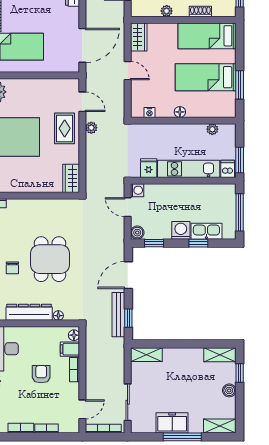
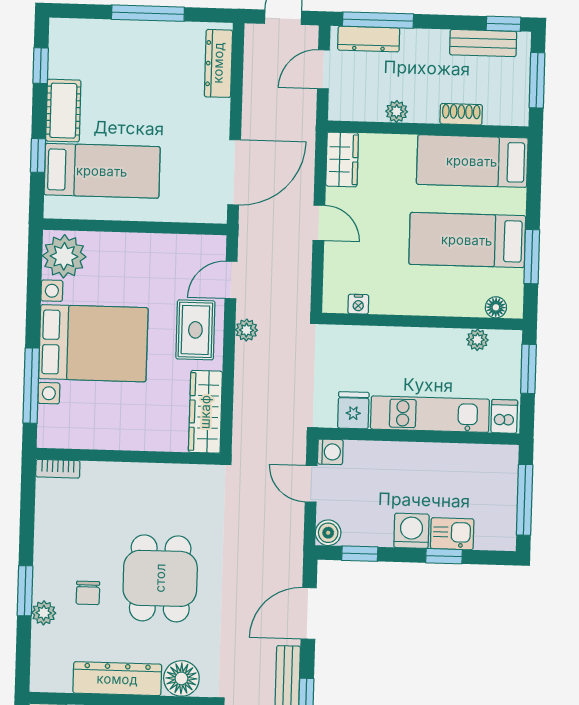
door: (82, 102) -> (231, 280), swing flipped
floor lamp: (180, 112) -> (496, 307), moved
window: (240, 160) -> (528, 369), moved
wardrobe: (71, 178) -> (205, 412), width x1.50
kitchen sink: (206, 231) -> (452, 534), width x0.73
floor lamp: (58, 316) -> (181, 678), width x1.89, depth x1.89

